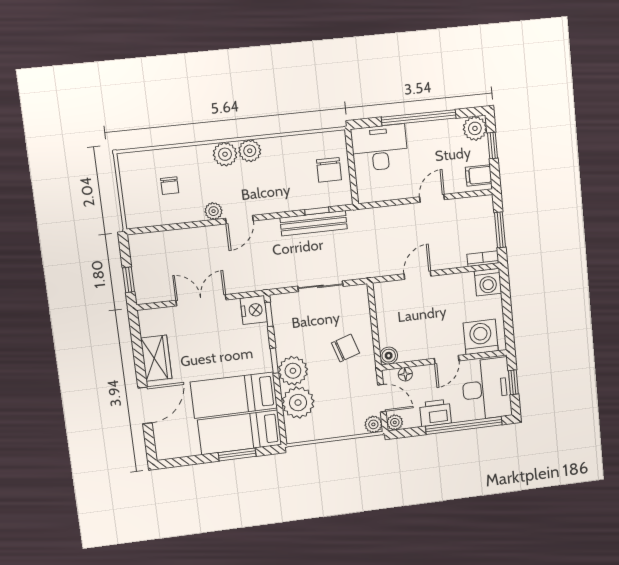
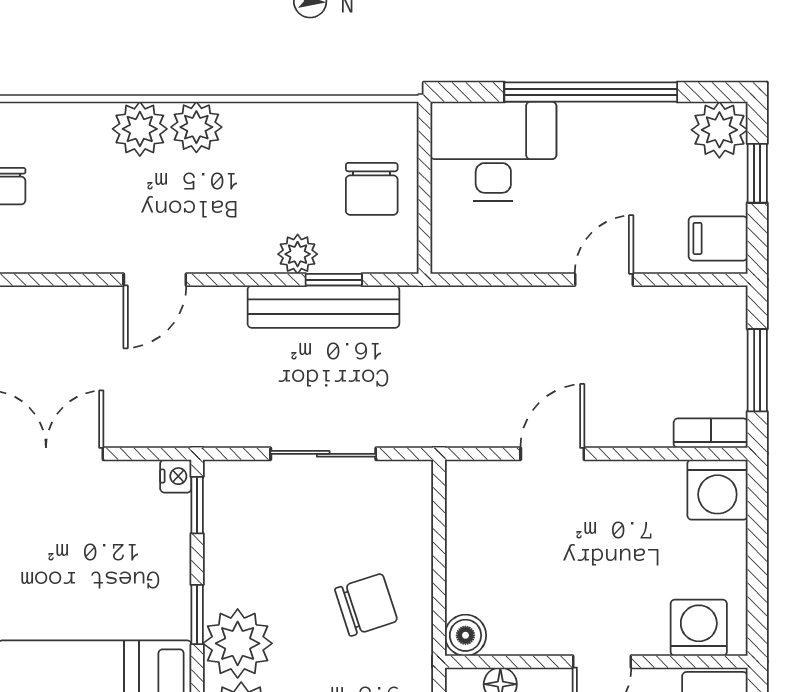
plant: (214, 211) -> (298, 254), moved
nightstand: (254, 310) -> (176, 476), width x0.53, depth x0.56
washing machine: (481, 337) -> (699, 628), width x0.73, depth x0.73

